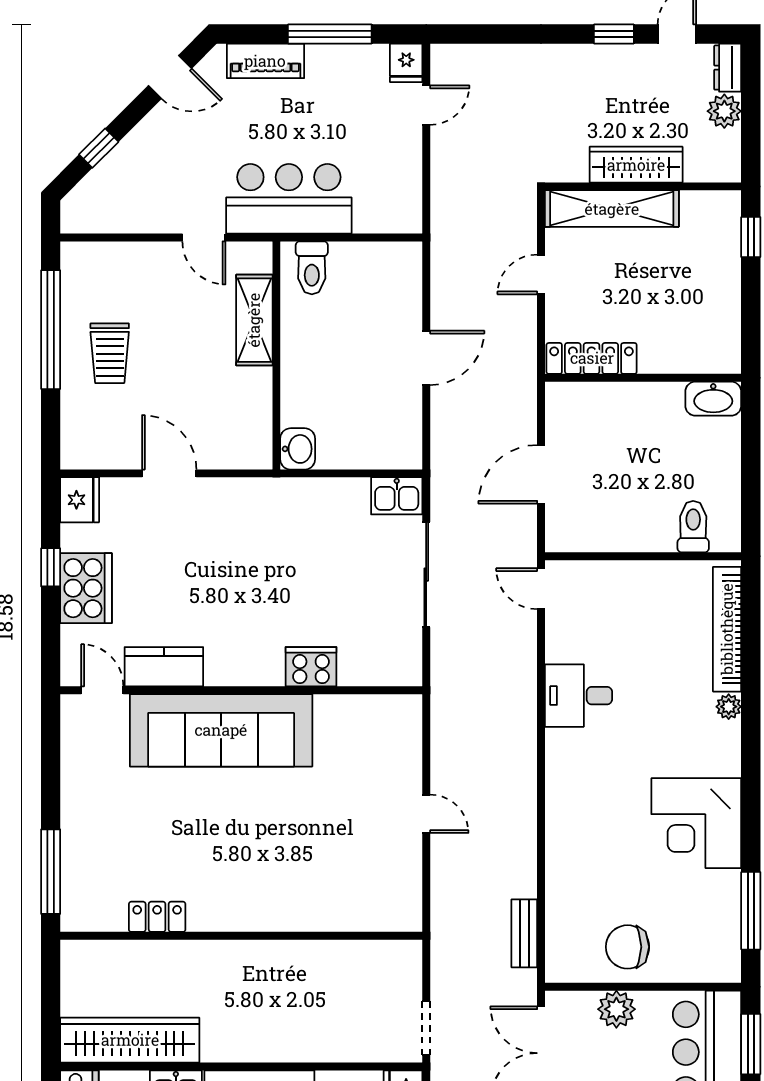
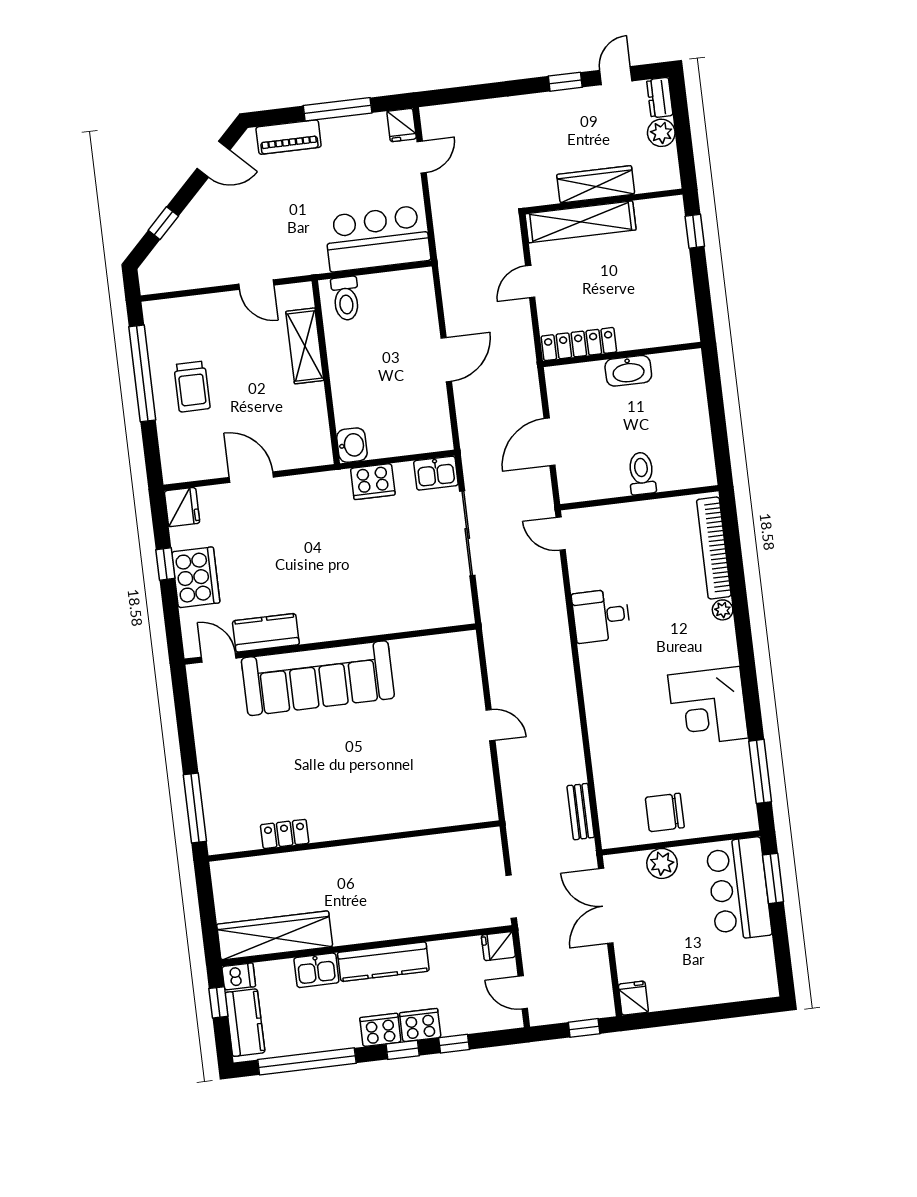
bar counter: (289, 199) -> (377, 238), moved
washbasin: (713, 399) -> (628, 371), moved
toilet: (693, 527) -> (642, 473), moved
cooker: (311, 667) -> (373, 482), moved, turned 180

